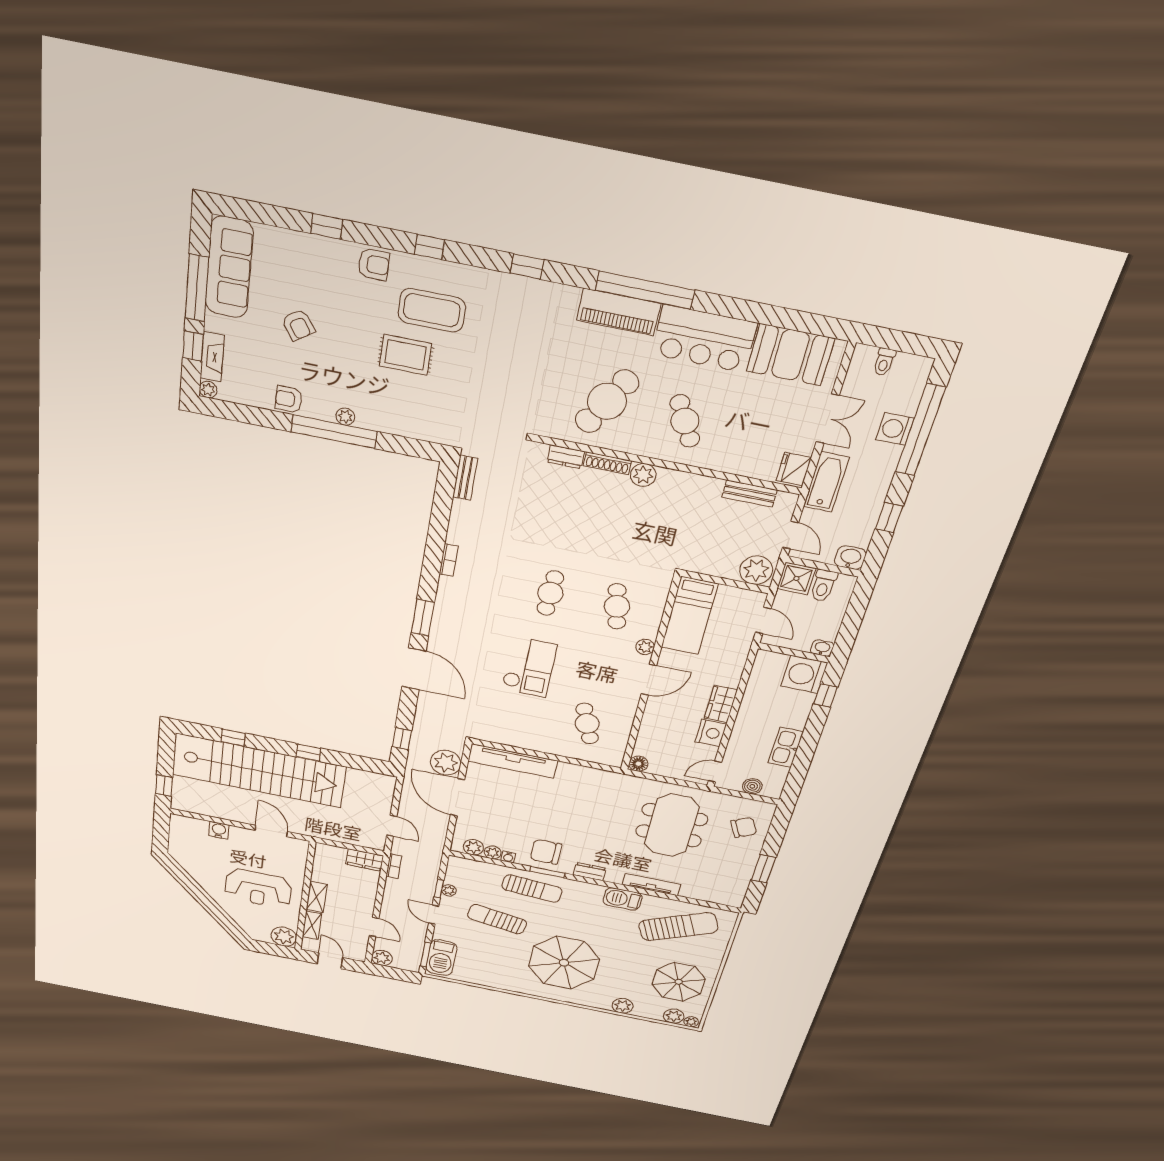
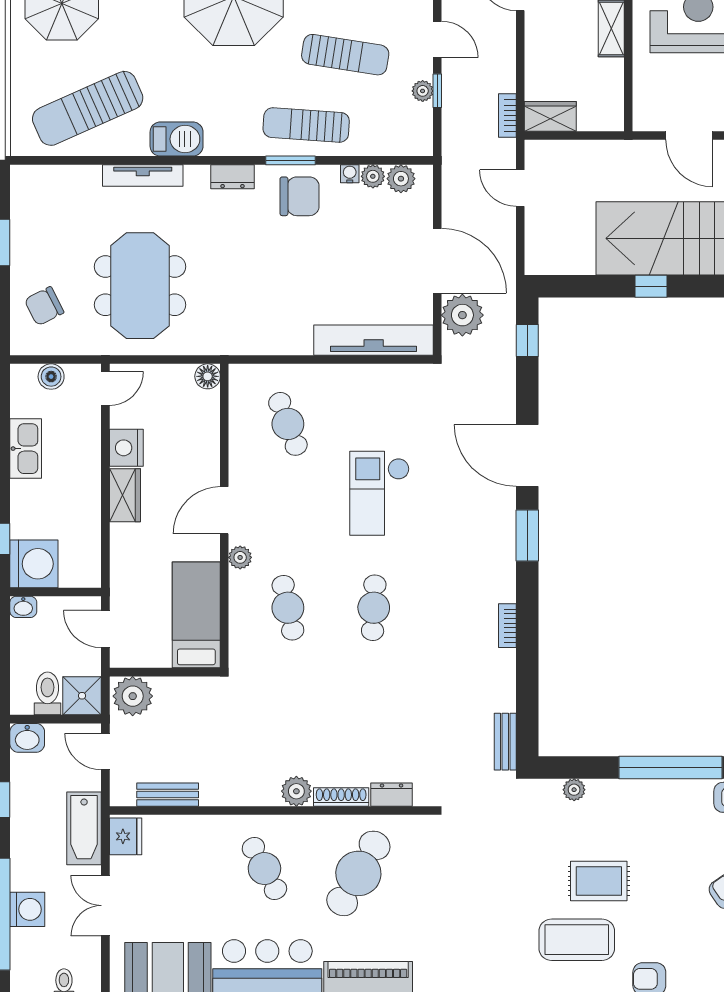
plant: (345, 417) -> (574, 790), moved

